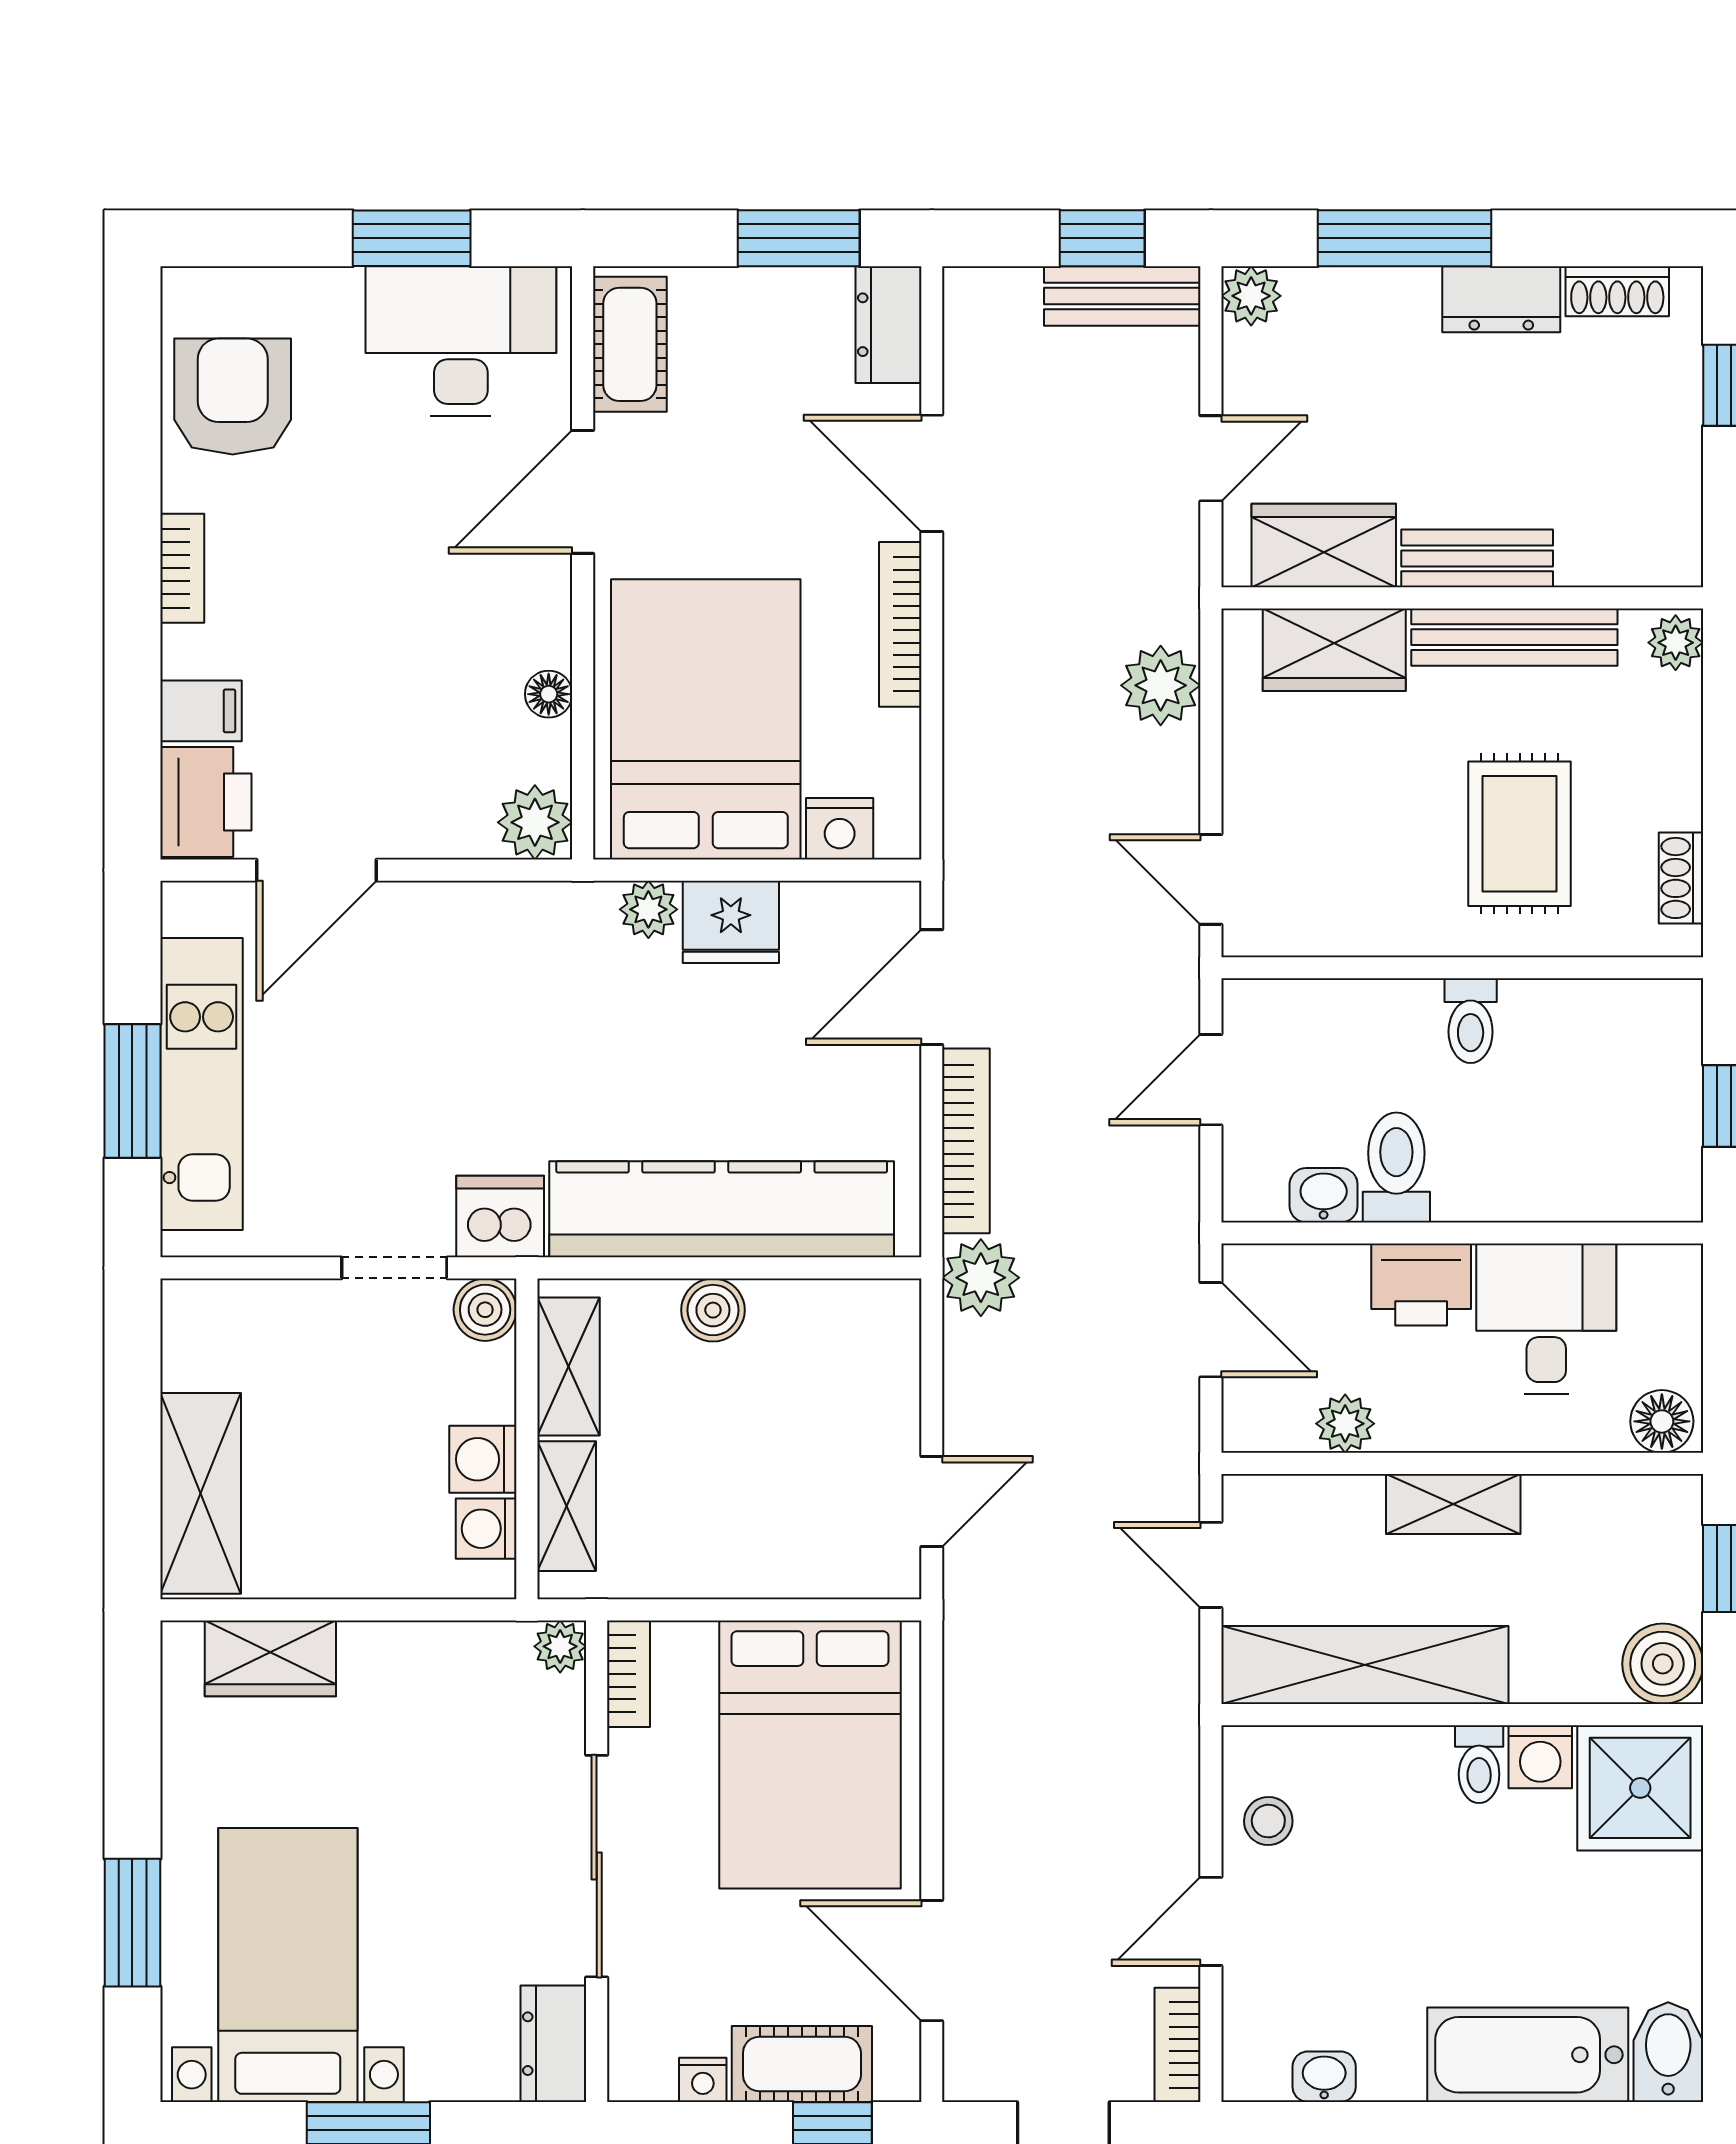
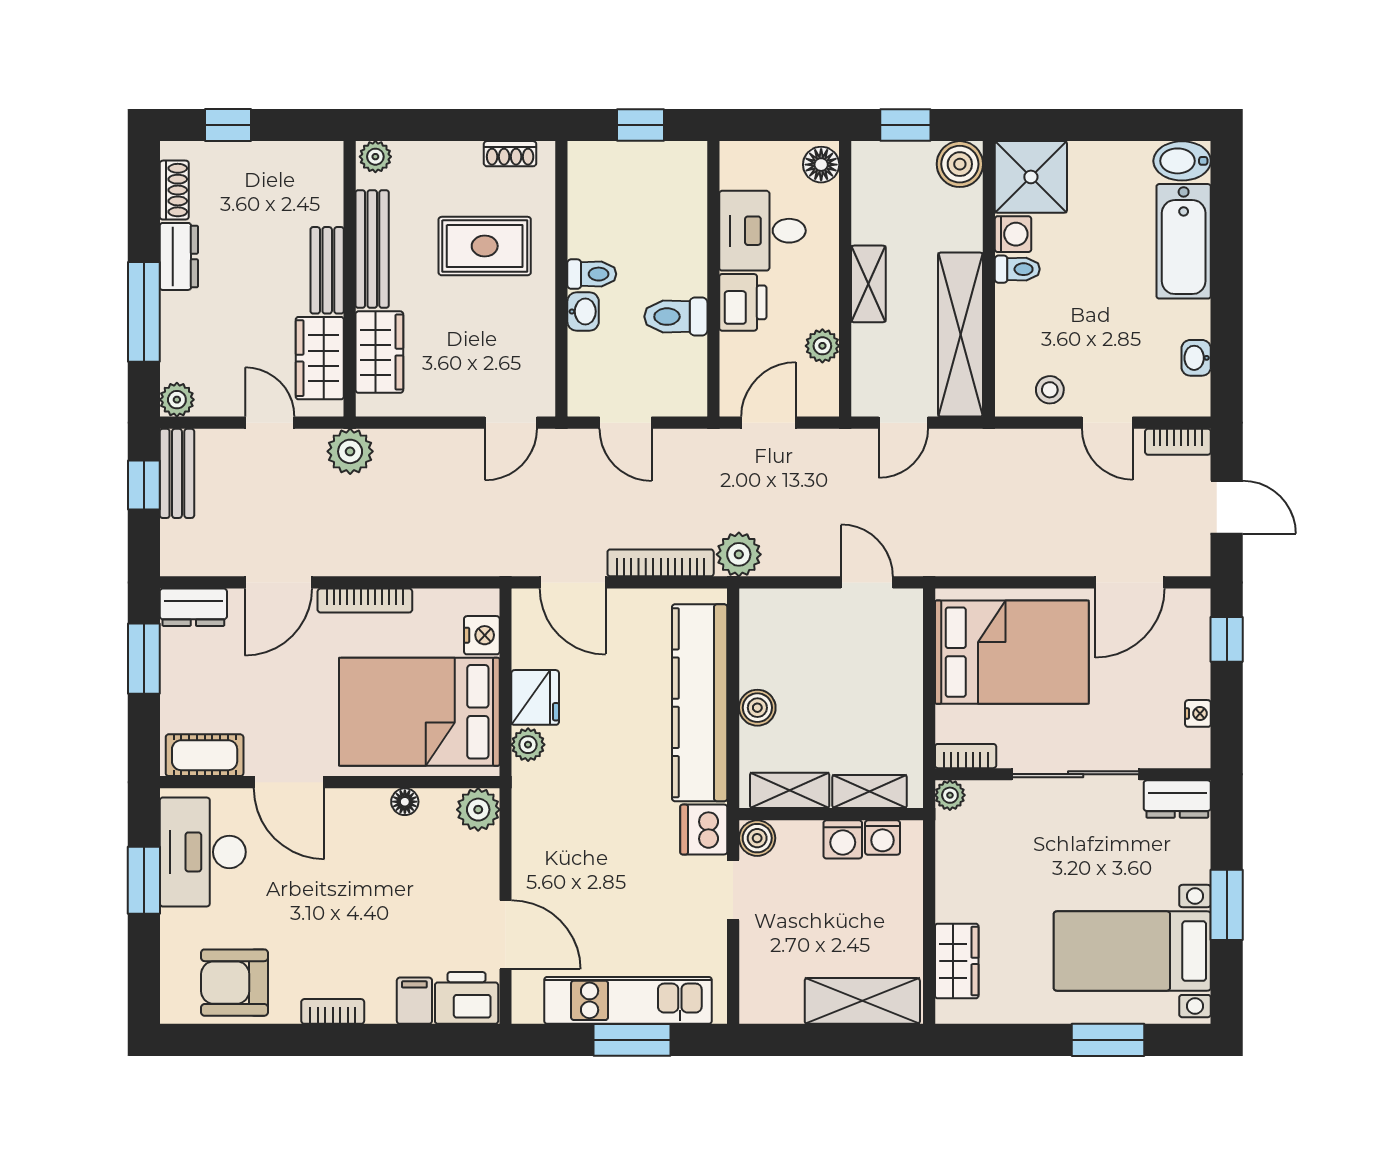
plant: (1161, 685) -> (350, 451), moved
washbasin: (1324, 1195) -> (583, 311), moved, turned 180
cot: (802, 2064) -> (1189, 657), removed

